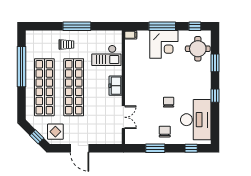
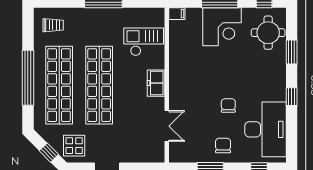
trolley: (66, 44) -> (53, 25), moved
checkout: (106, 55) -> (144, 42), turned 180
window: (21, 67) -> (28, 78), moved

